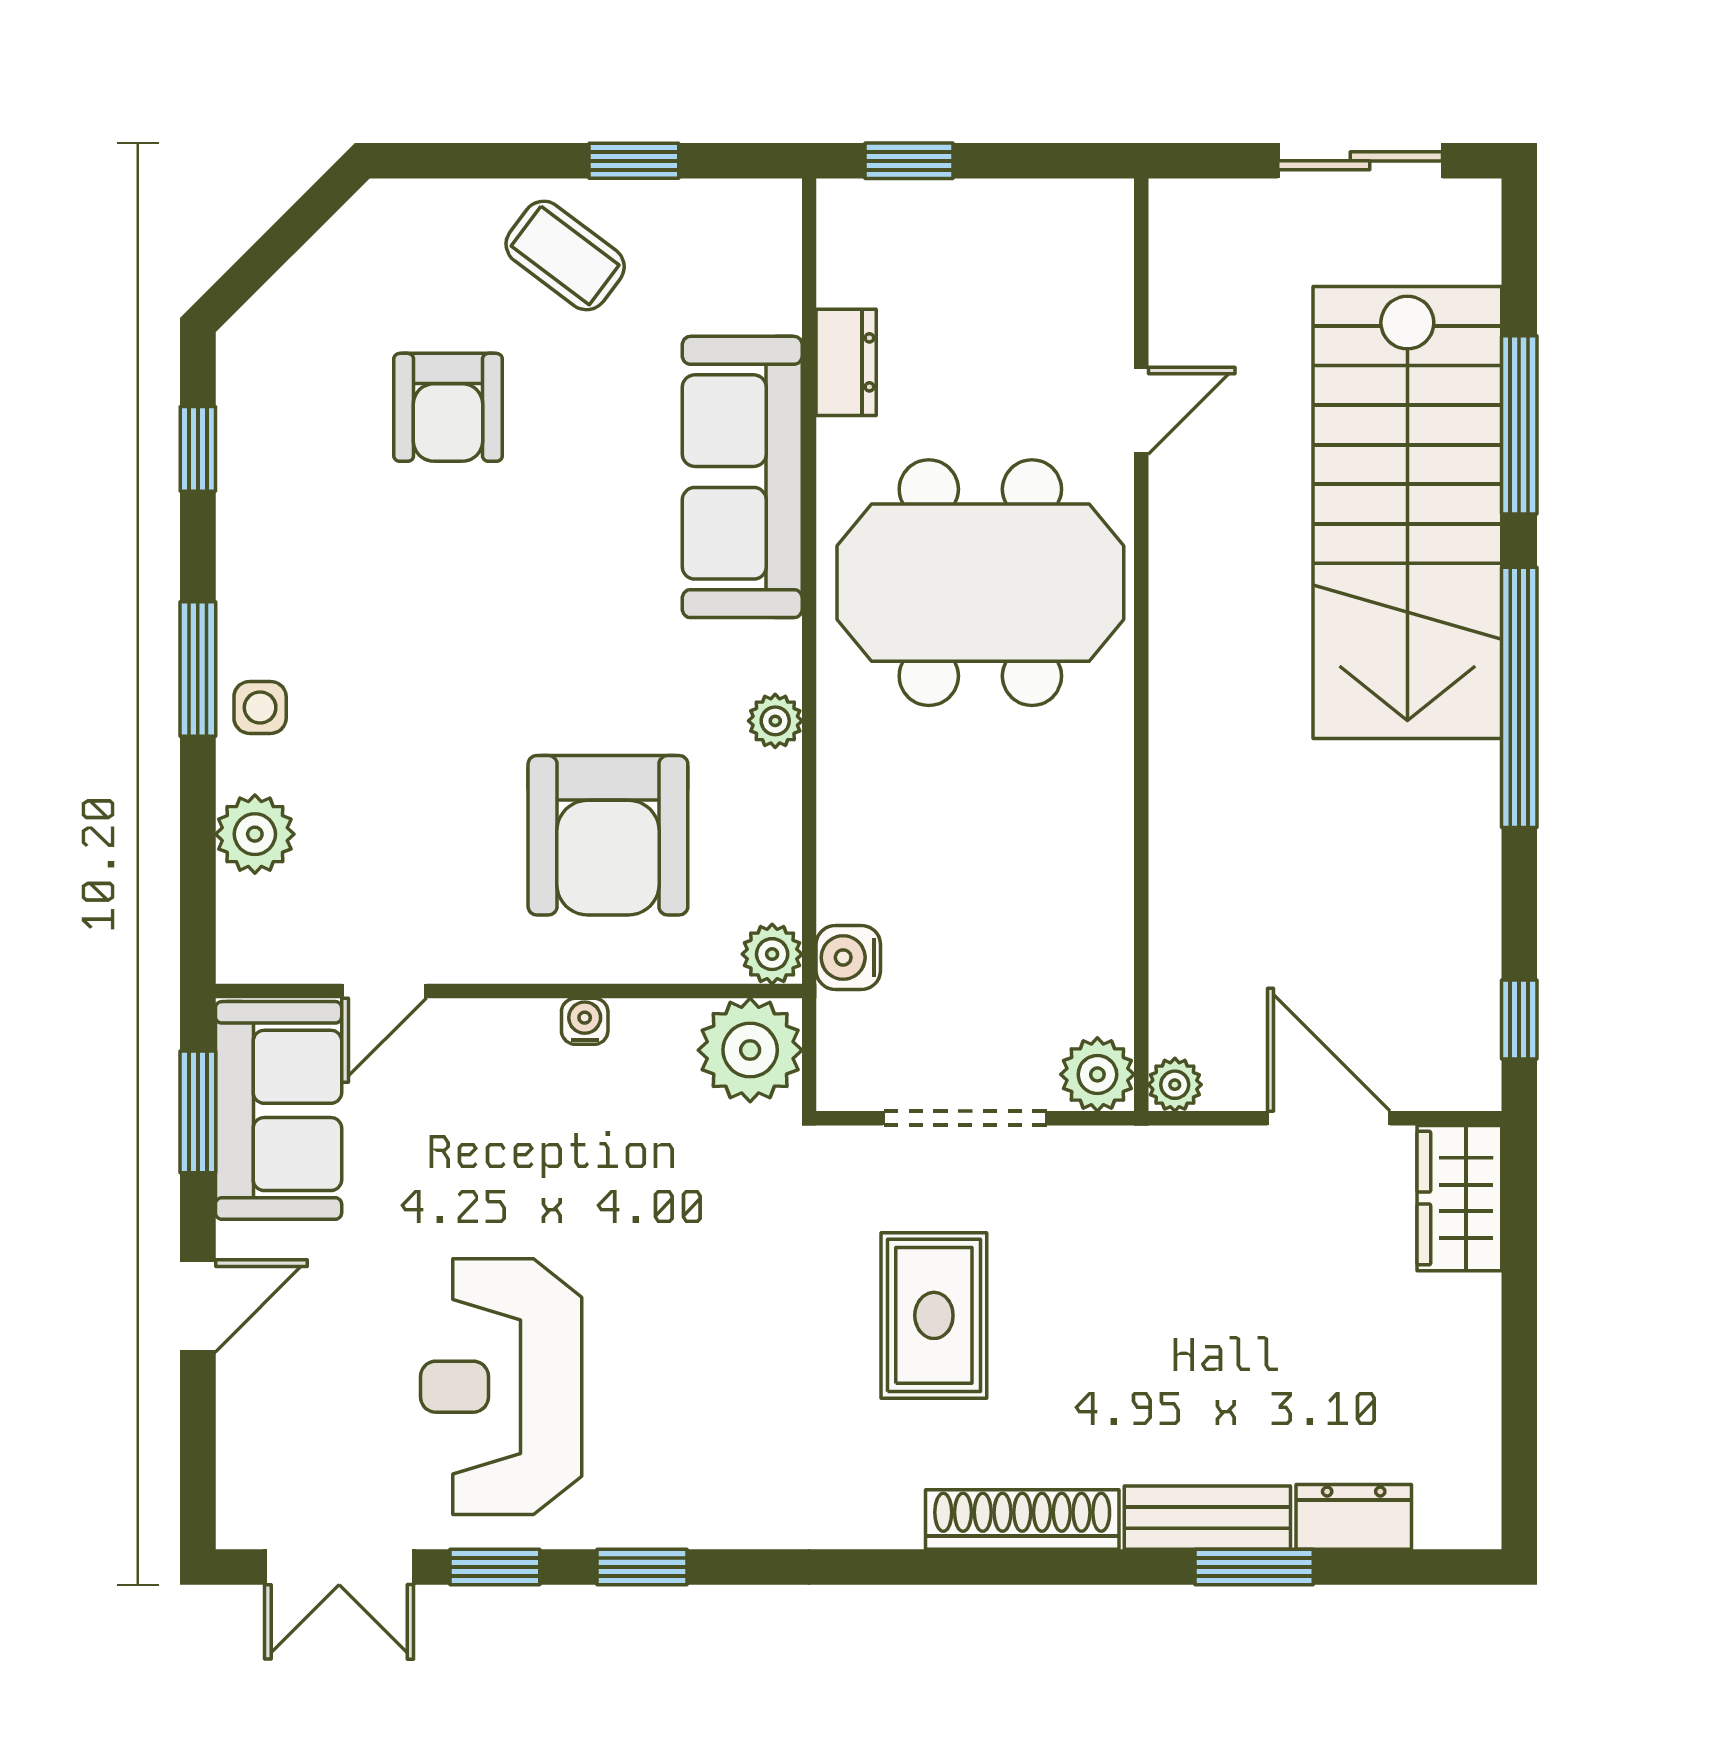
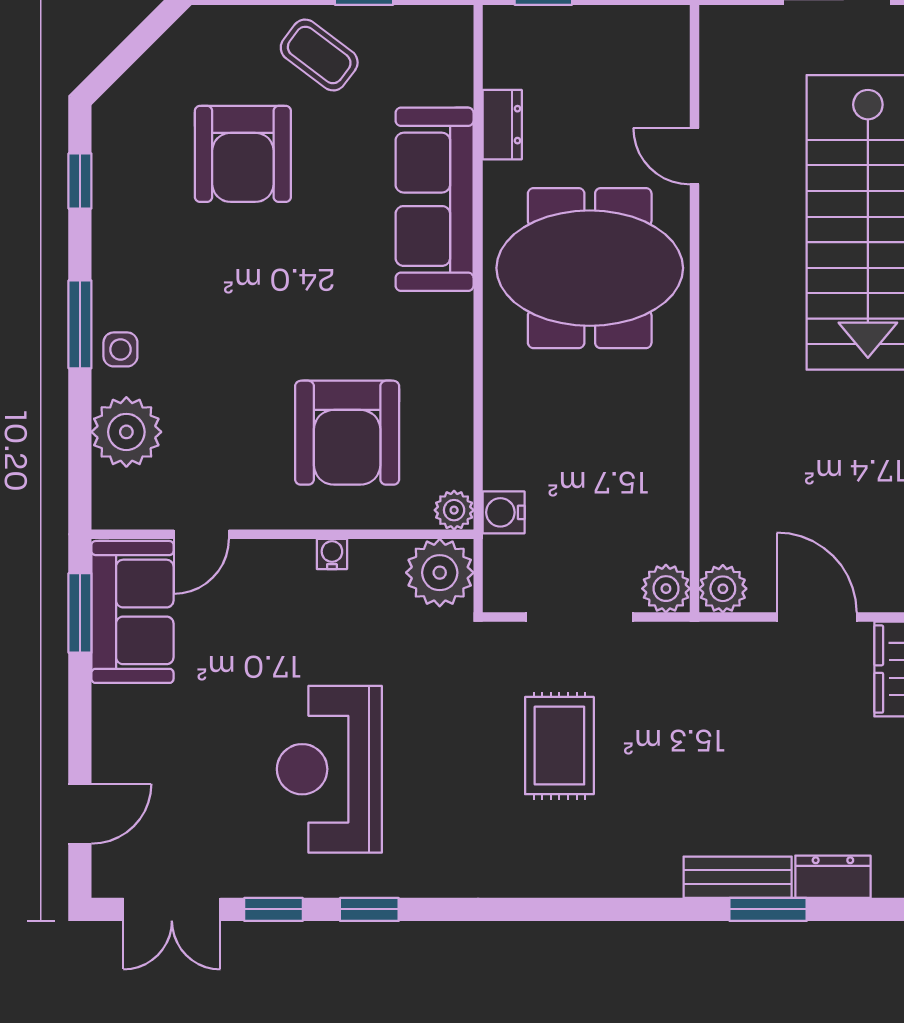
armchair: (448, 407) -> (243, 154), width x1.36, depth x1.36
door: (1141, 411) -> (694, 156), swing flipped
plant: (775, 721) -> (456, 358), removed
plant: (255, 834) -> (126, 432), width x1.36, depth x1.36
plant: (1175, 1085) -> (723, 589), width x1.38, depth x1.38
door: (198, 1306) -> (80, 814), moved
reception desk: (501, 1387) -> (329, 769), moved
shoe rack: (1022, 1519) -> (617, 878), removed

